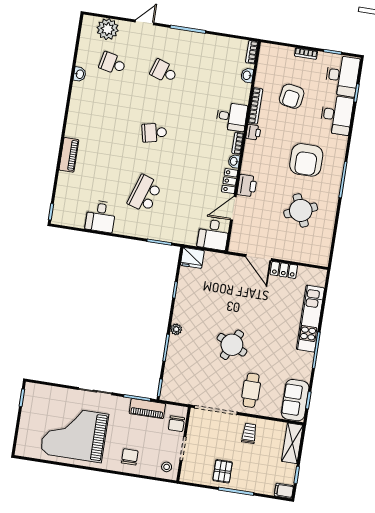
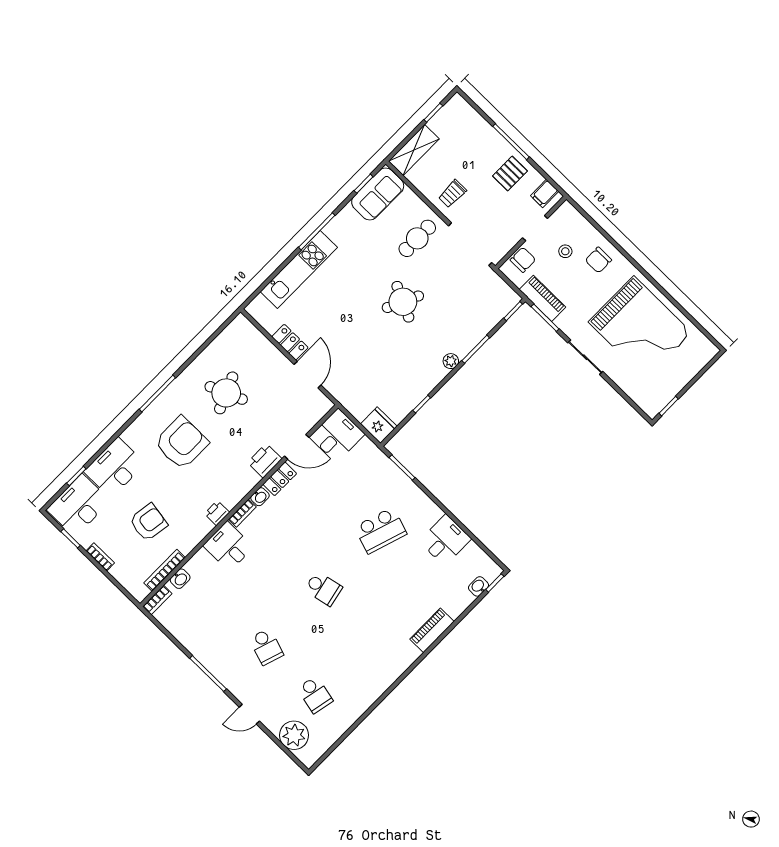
washbasin: (80, 74) -> (478, 586), moved
bookcase: (255, 106) -> (164, 570), moved
stool: (167, 467) -> (565, 251), moved
filing cabinet: (284, 491) -> (545, 194), moved, turned 90

